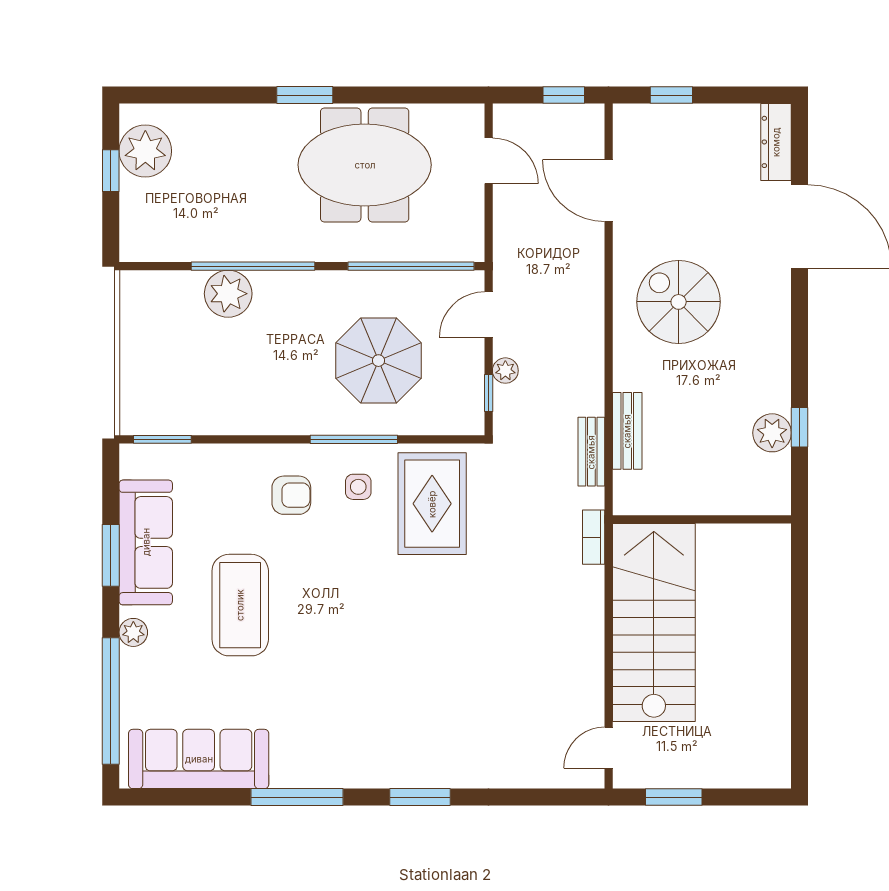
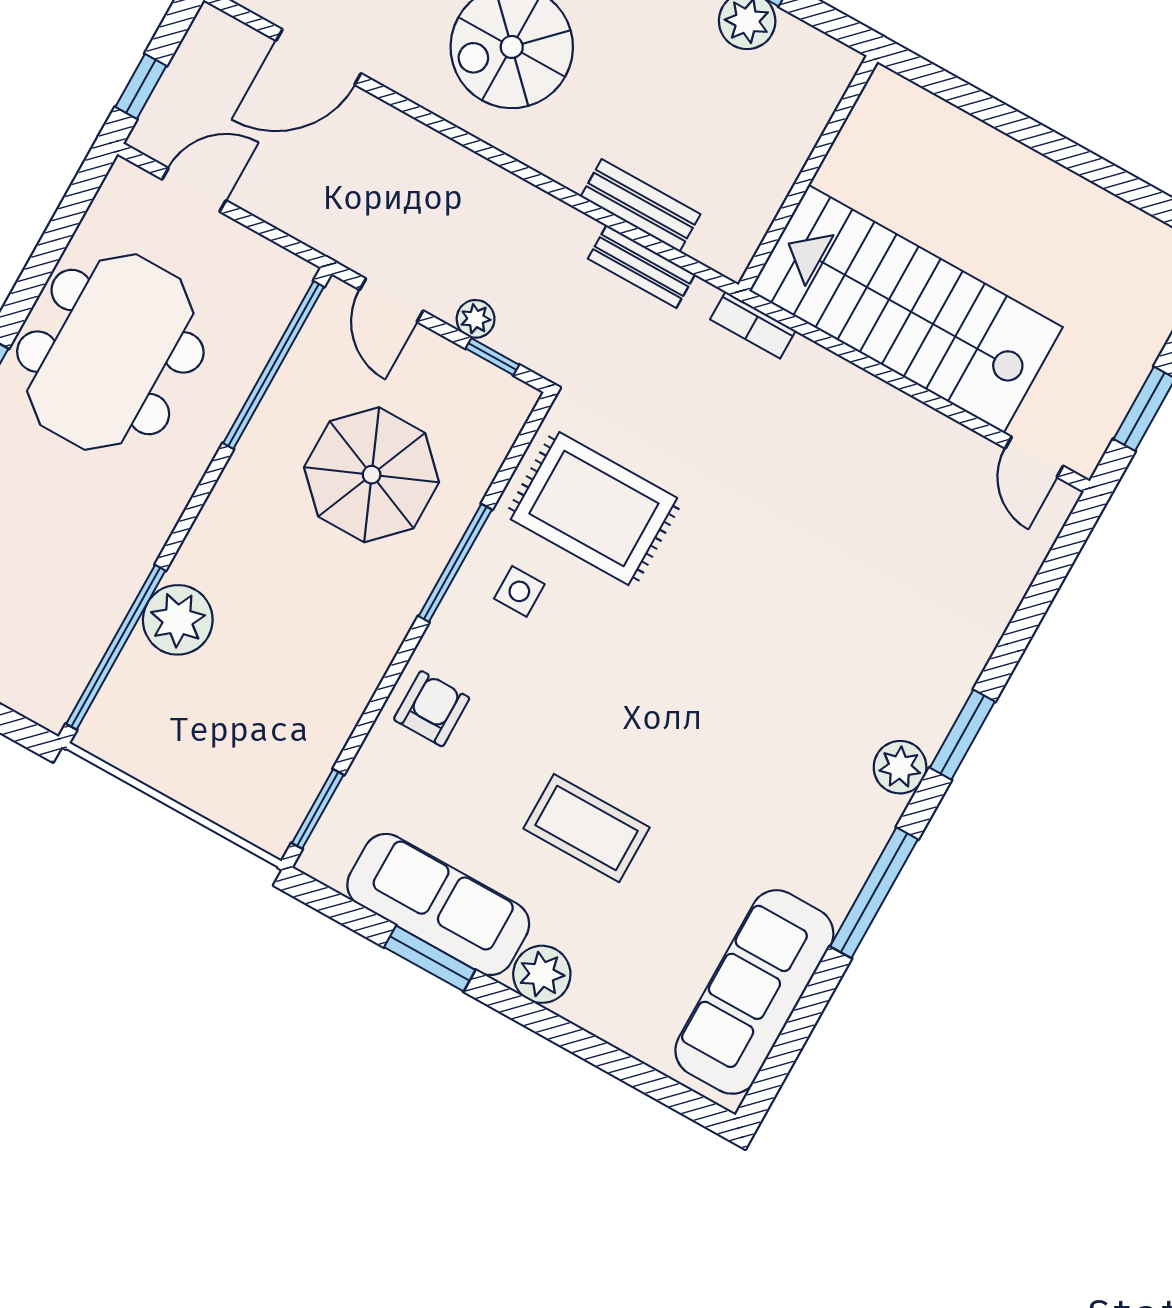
window: (564, 95) -> (141, 86), moved
window: (253, 266) -> (116, 647), moved
armchair: (291, 495) -> (432, 709), moved
coffee table: (240, 605) -> (587, 828), width x0.73, depth x0.76
plant: (133, 632) -> (542, 974), width x1.38, depth x1.38
window: (111, 701) -> (617, 1063), removed
plant: (380, 771) -> (900, 767), added

